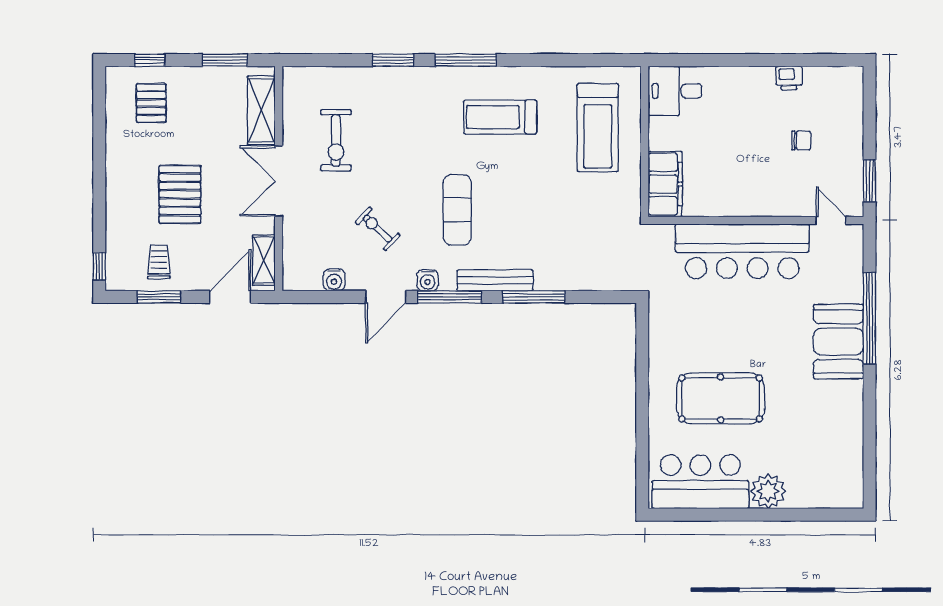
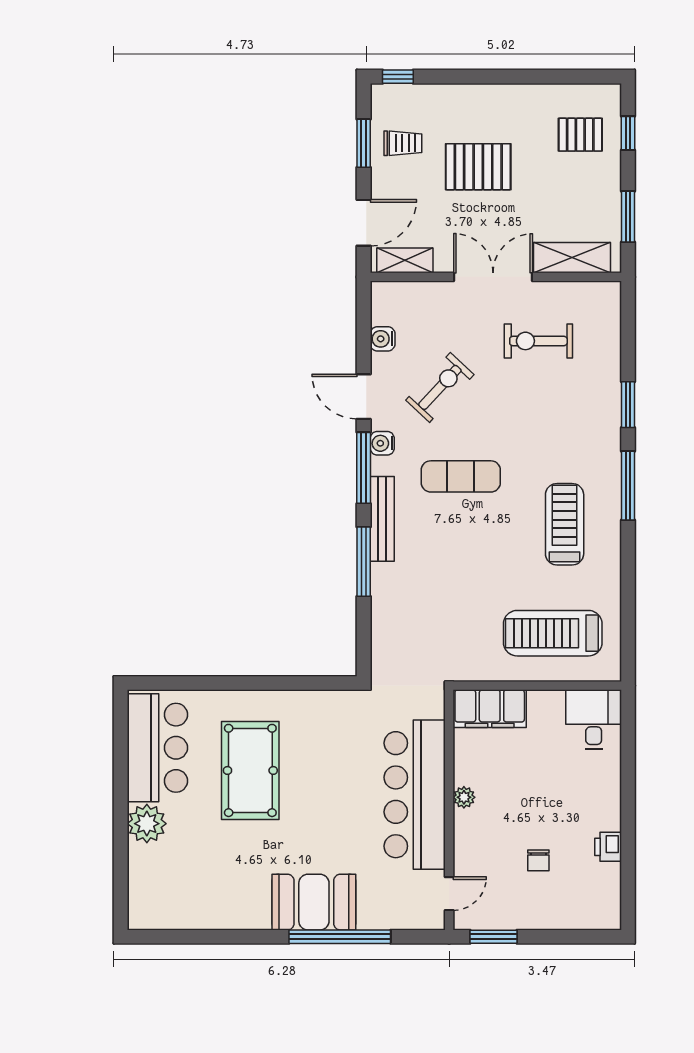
plant: (745, 207) -> (464, 797), added
exercise bike: (378, 229) -> (440, 387), width x1.38, depth x1.39
door: (230, 297) -> (364, 223), hinge flipped

